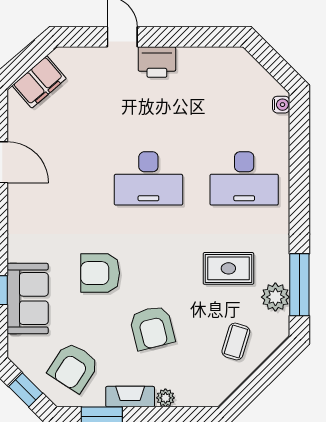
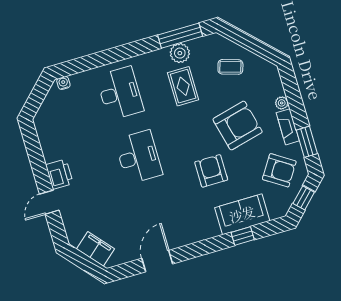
armchair: (100, 273) -> (211, 171), turned 180
plant: (275, 297) -> (180, 53), moved
armchair: (152, 328) -> (238, 126), width x1.36, depth x1.36

